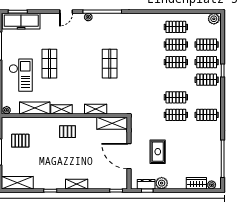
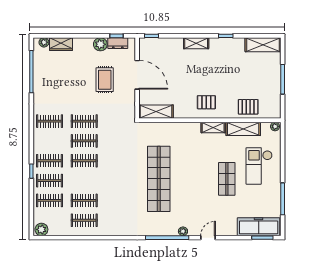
clothes rail: (176, 62) -> (84, 161), moved
shop shelf: (110, 64) -> (159, 179), width x2.00, depth x1.36
shelving: (96, 109) -> (175, 128), removed
pallet: (20, 141) -> (248, 107), moved

